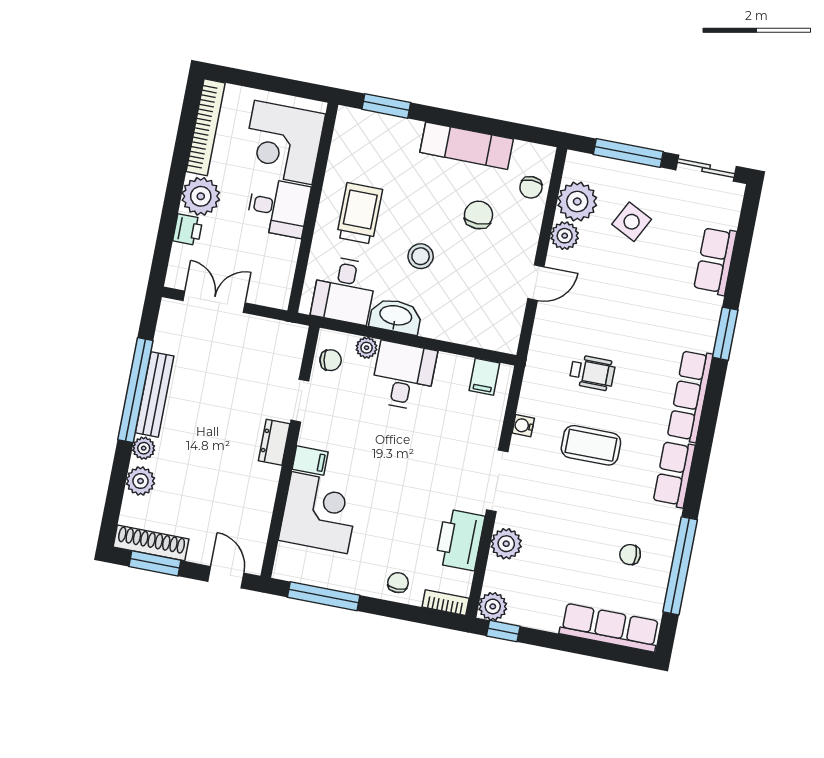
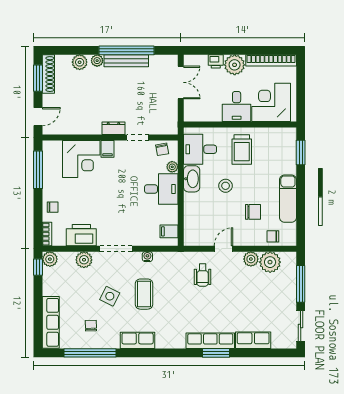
trolley: (359, 213) -> (242, 149), turned 90
side table: (632, 222) -> (110, 296), moved
door: (536, 283) -> (223, 249), swing flipped
wheelchair: (592, 373) -> (203, 275), moved
row of seats: (690, 396) -> (210, 341), moved

